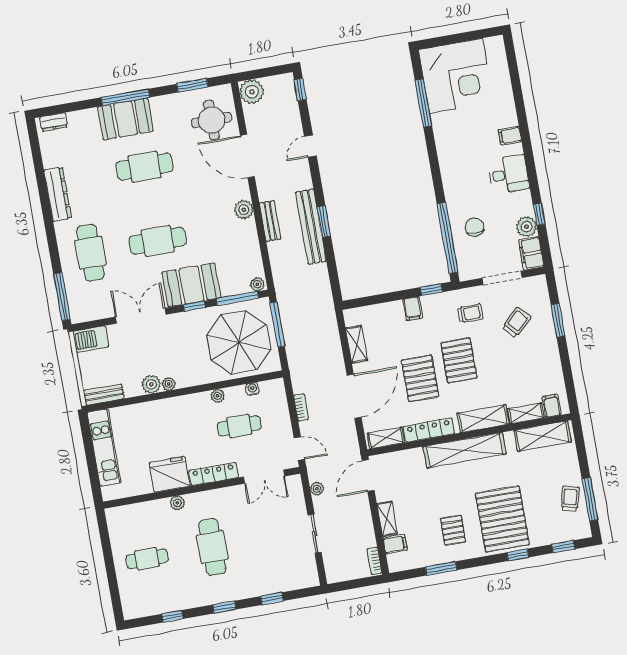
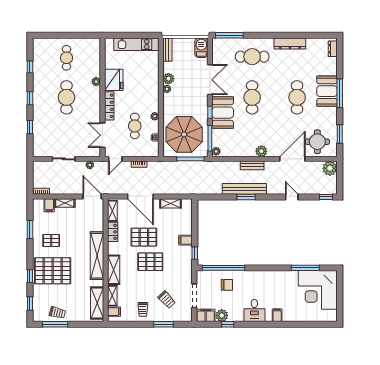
trolley: (470, 313) -> (143, 309), moved
locker: (429, 430) -> (113, 232), width x0.66
cafe table: (212, 547) -> (66, 97), turned 90

